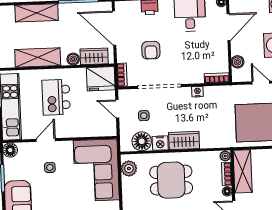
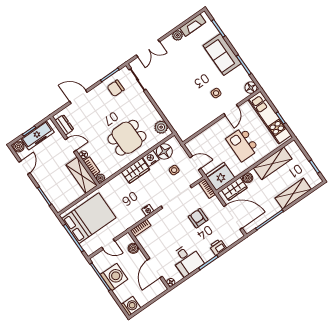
kitchen island: (56, 97) -> (243, 144), turned 180
corner sofa: (96, 170) -> (183, 112), removed

